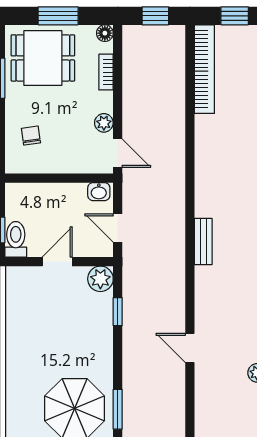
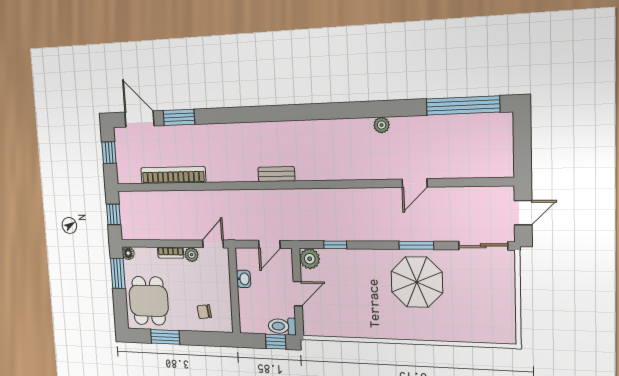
window: (58, 16) -> (118, 273), moved
bookcase: (204, 69) -> (173, 175), moved
bookcase: (106, 72) -> (171, 253), moved
washbasin: (99, 192) -> (244, 279), moved
door: (57, 262) -> (298, 294), swing flipped
door: (190, 348) -> (414, 183), moved

